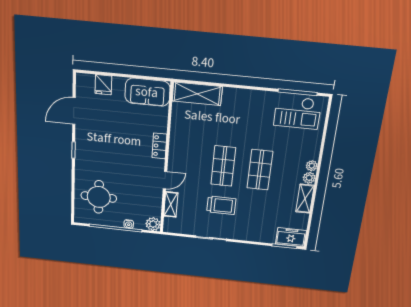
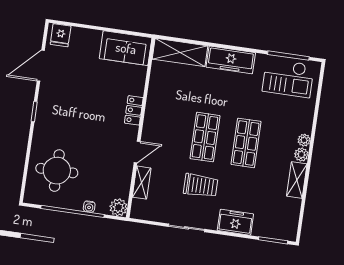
fridge: (103, 85) -> (61, 35), moved
freezer: (244, 99) -> (231, 60), added
freezer: (291, 237) -> (235, 222), moved

